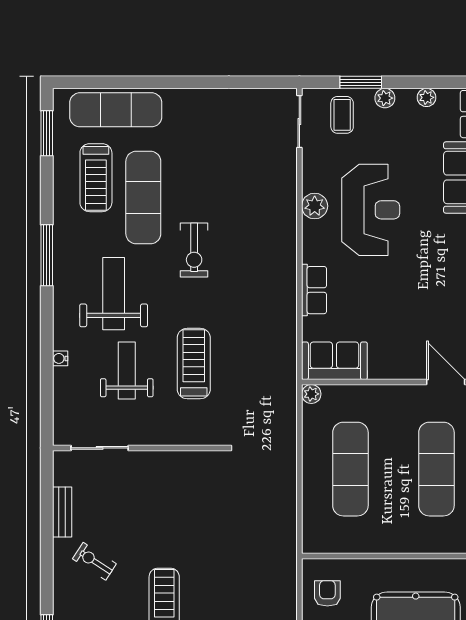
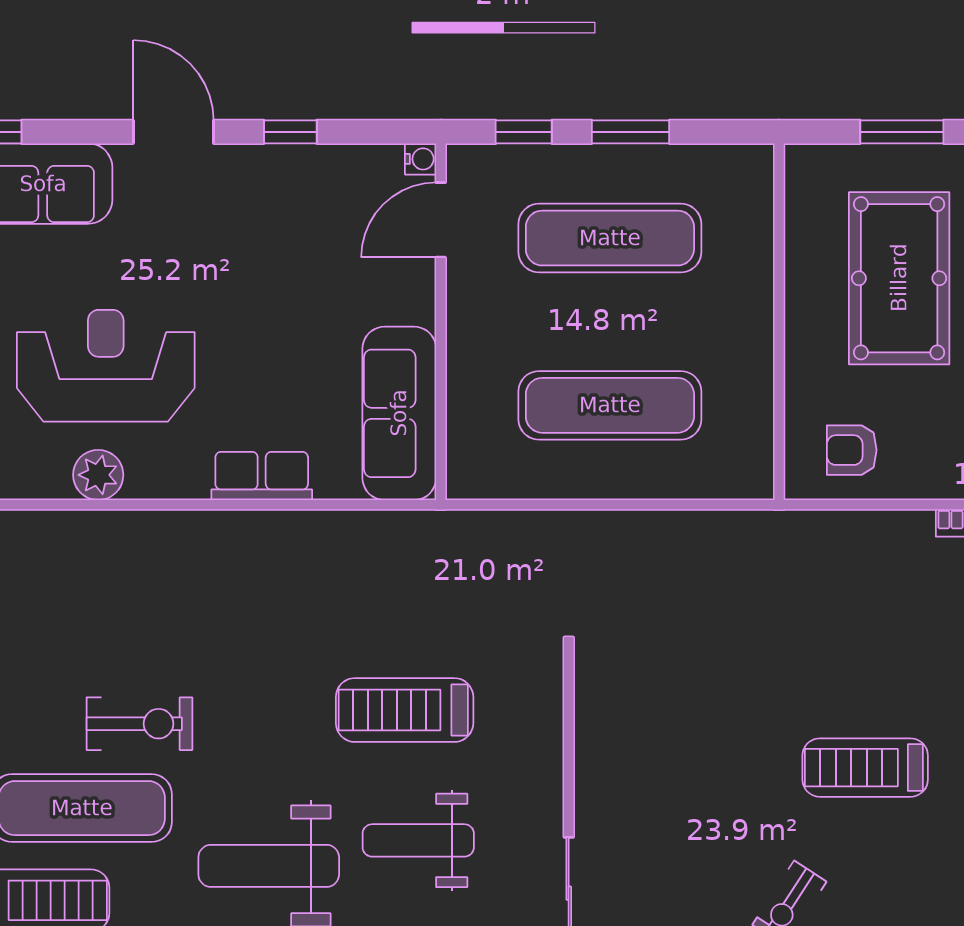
exercise bike: (194, 250) -> (139, 724), moved
sofa: (334, 361) -> (399, 413), width x1.36
plant: (311, 394) -> (464, 481), removed

